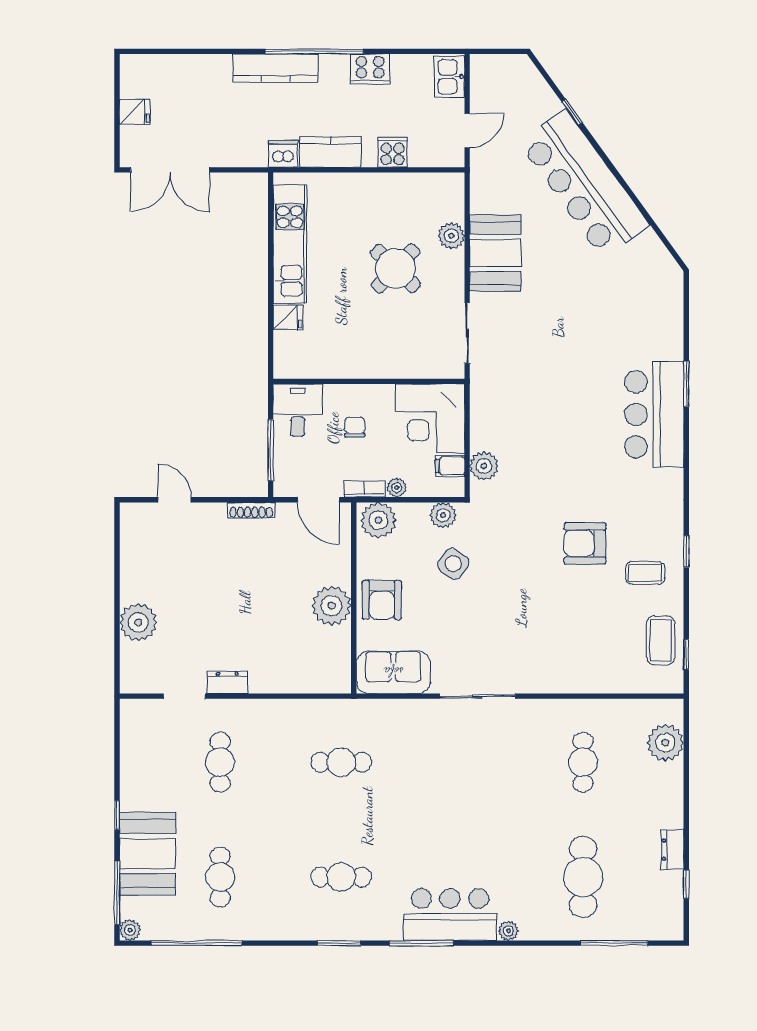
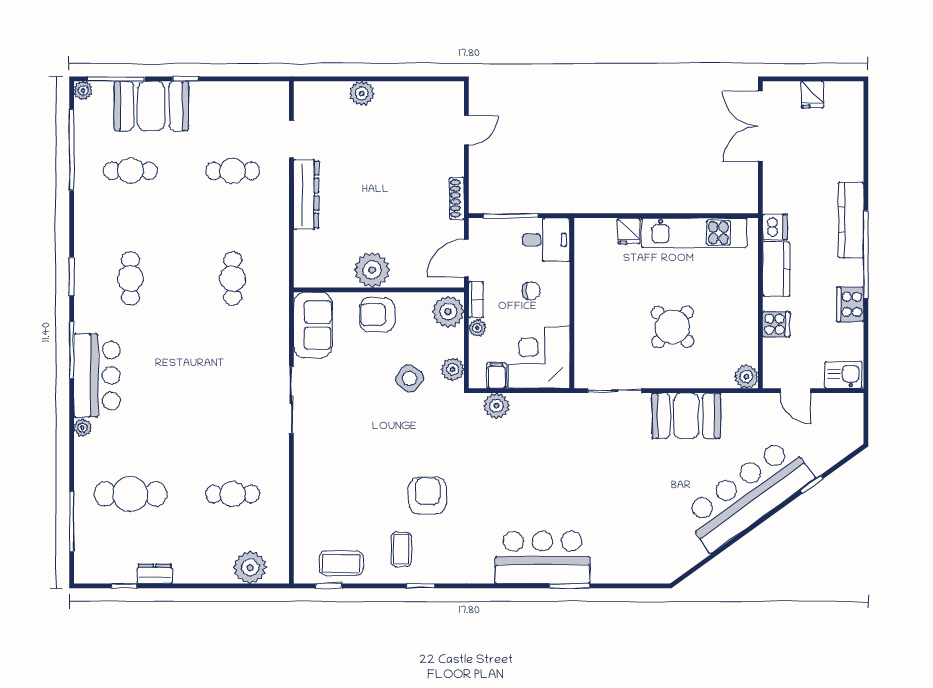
plant: (451, 236) -> (746, 377), moved
plant: (138, 622) -> (362, 93), width x0.73, depth x0.73
dresser: (227, 682) -> (306, 194), width x1.96, depth x1.24

